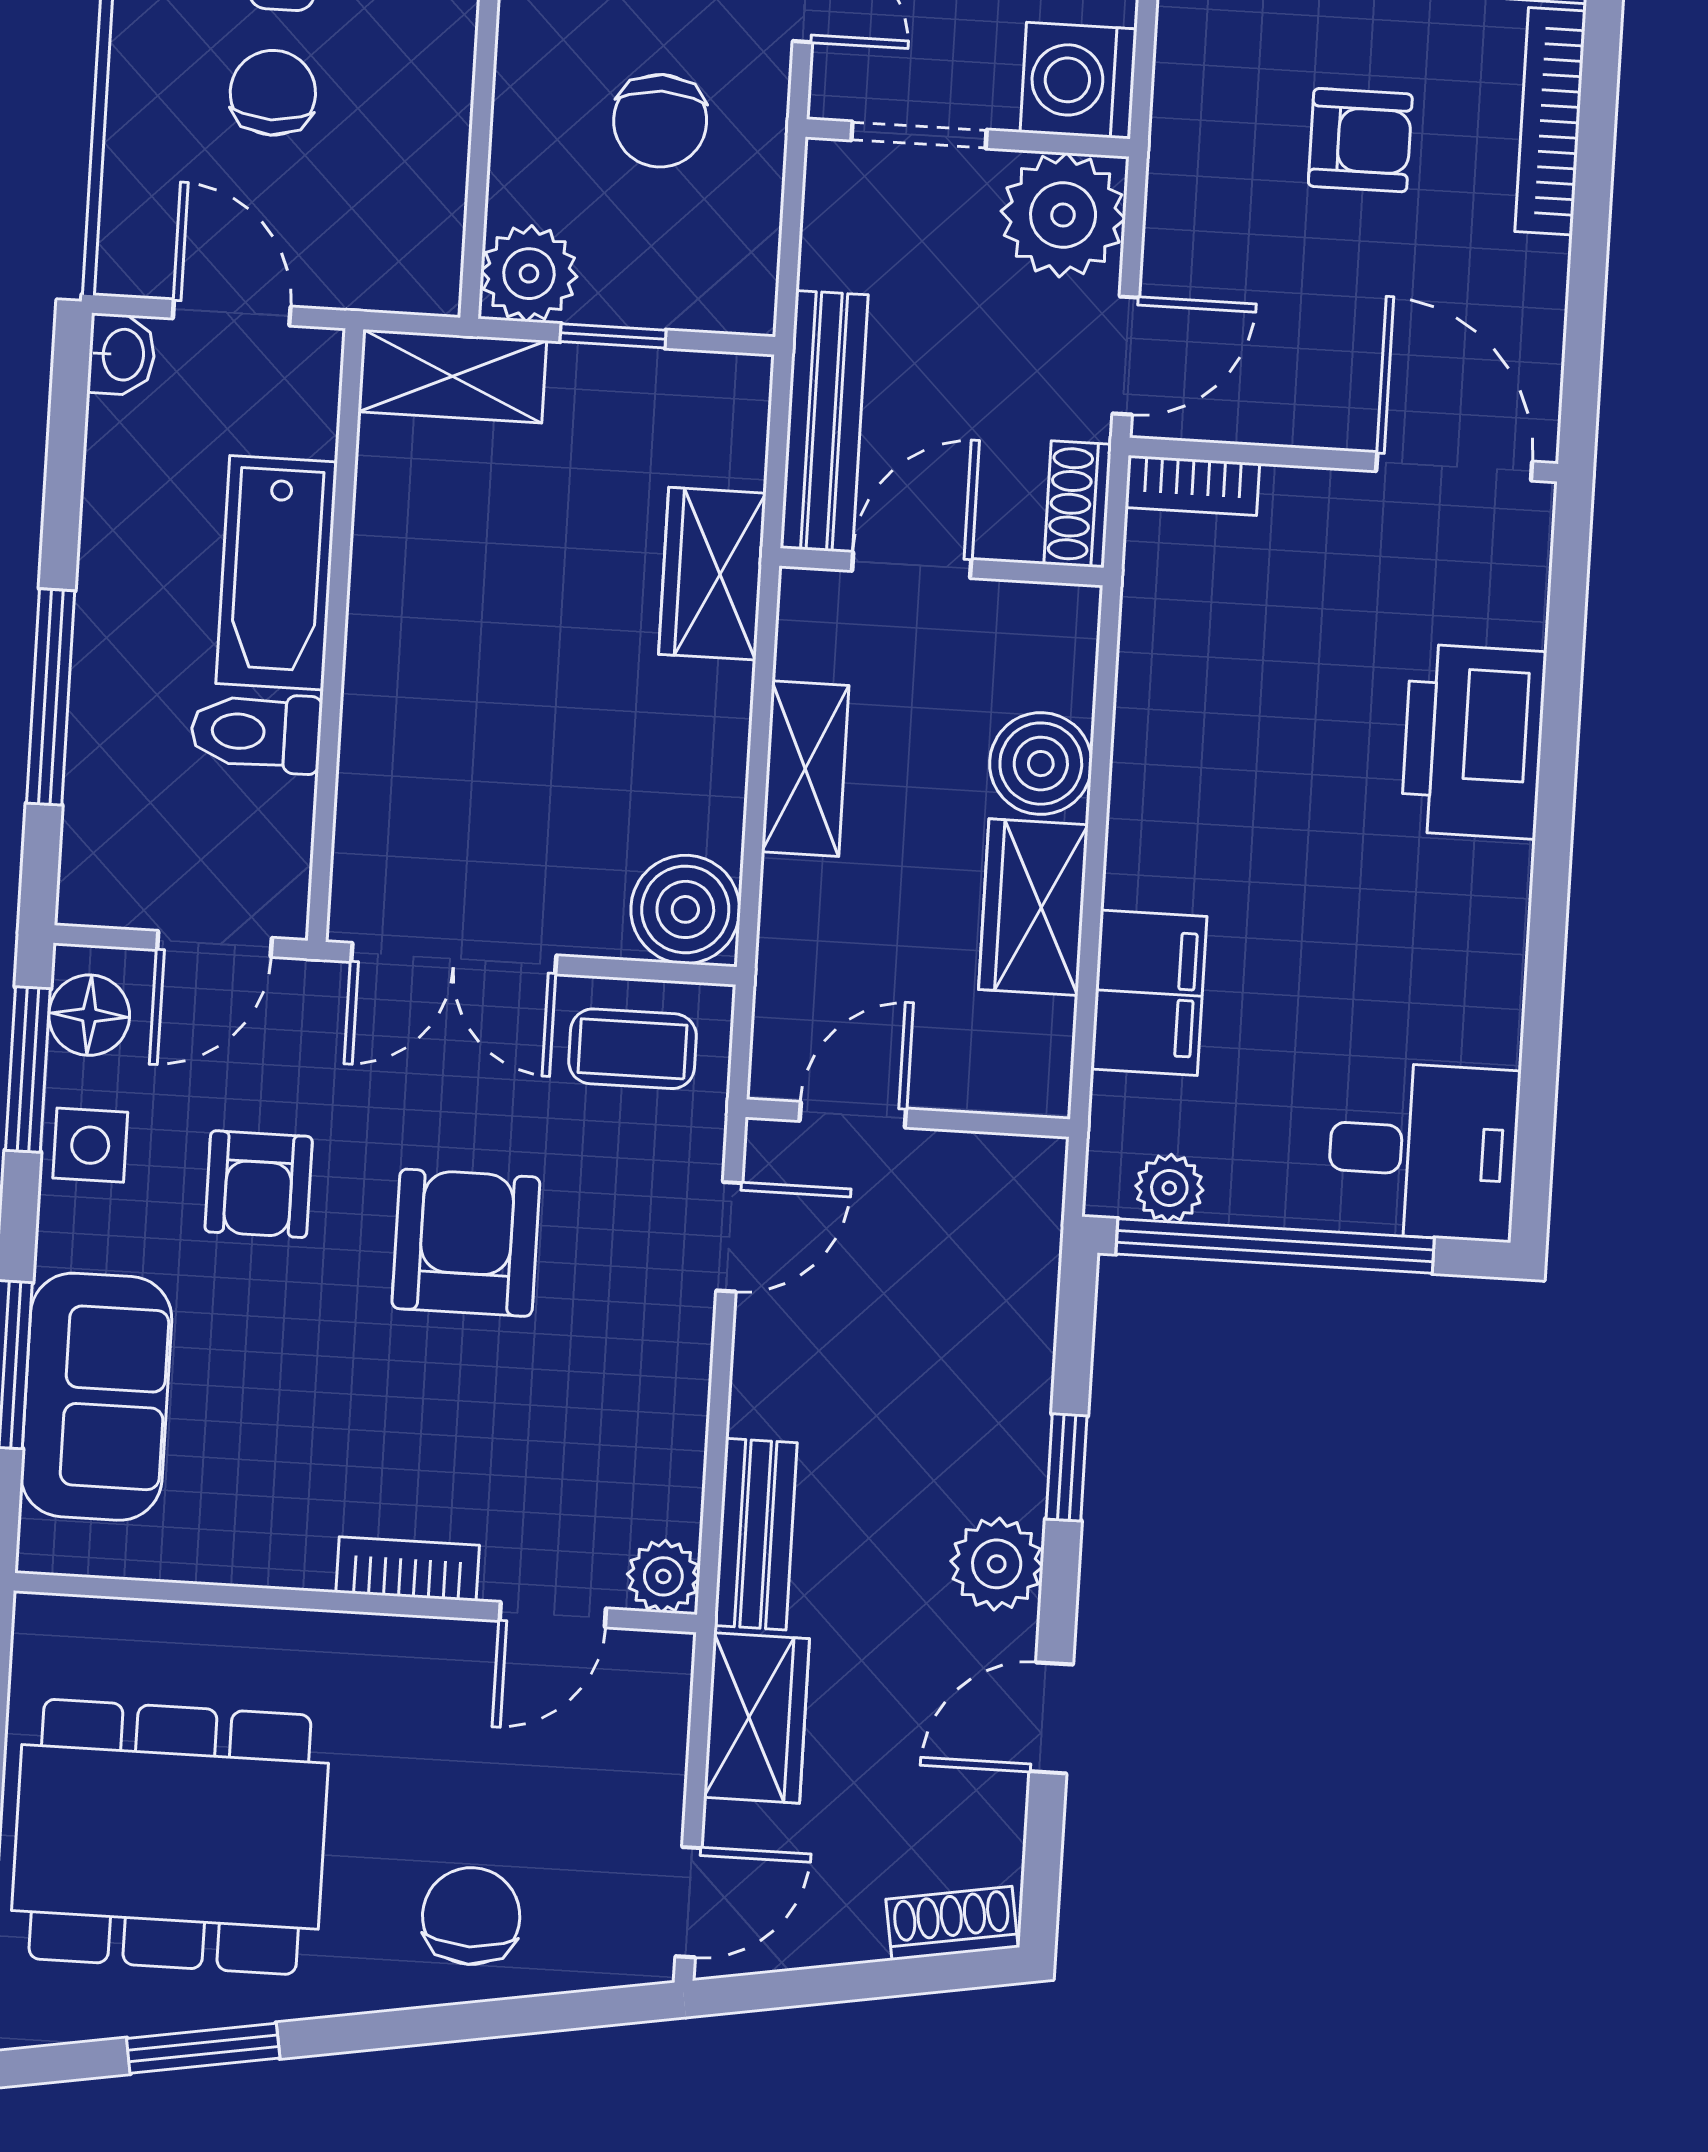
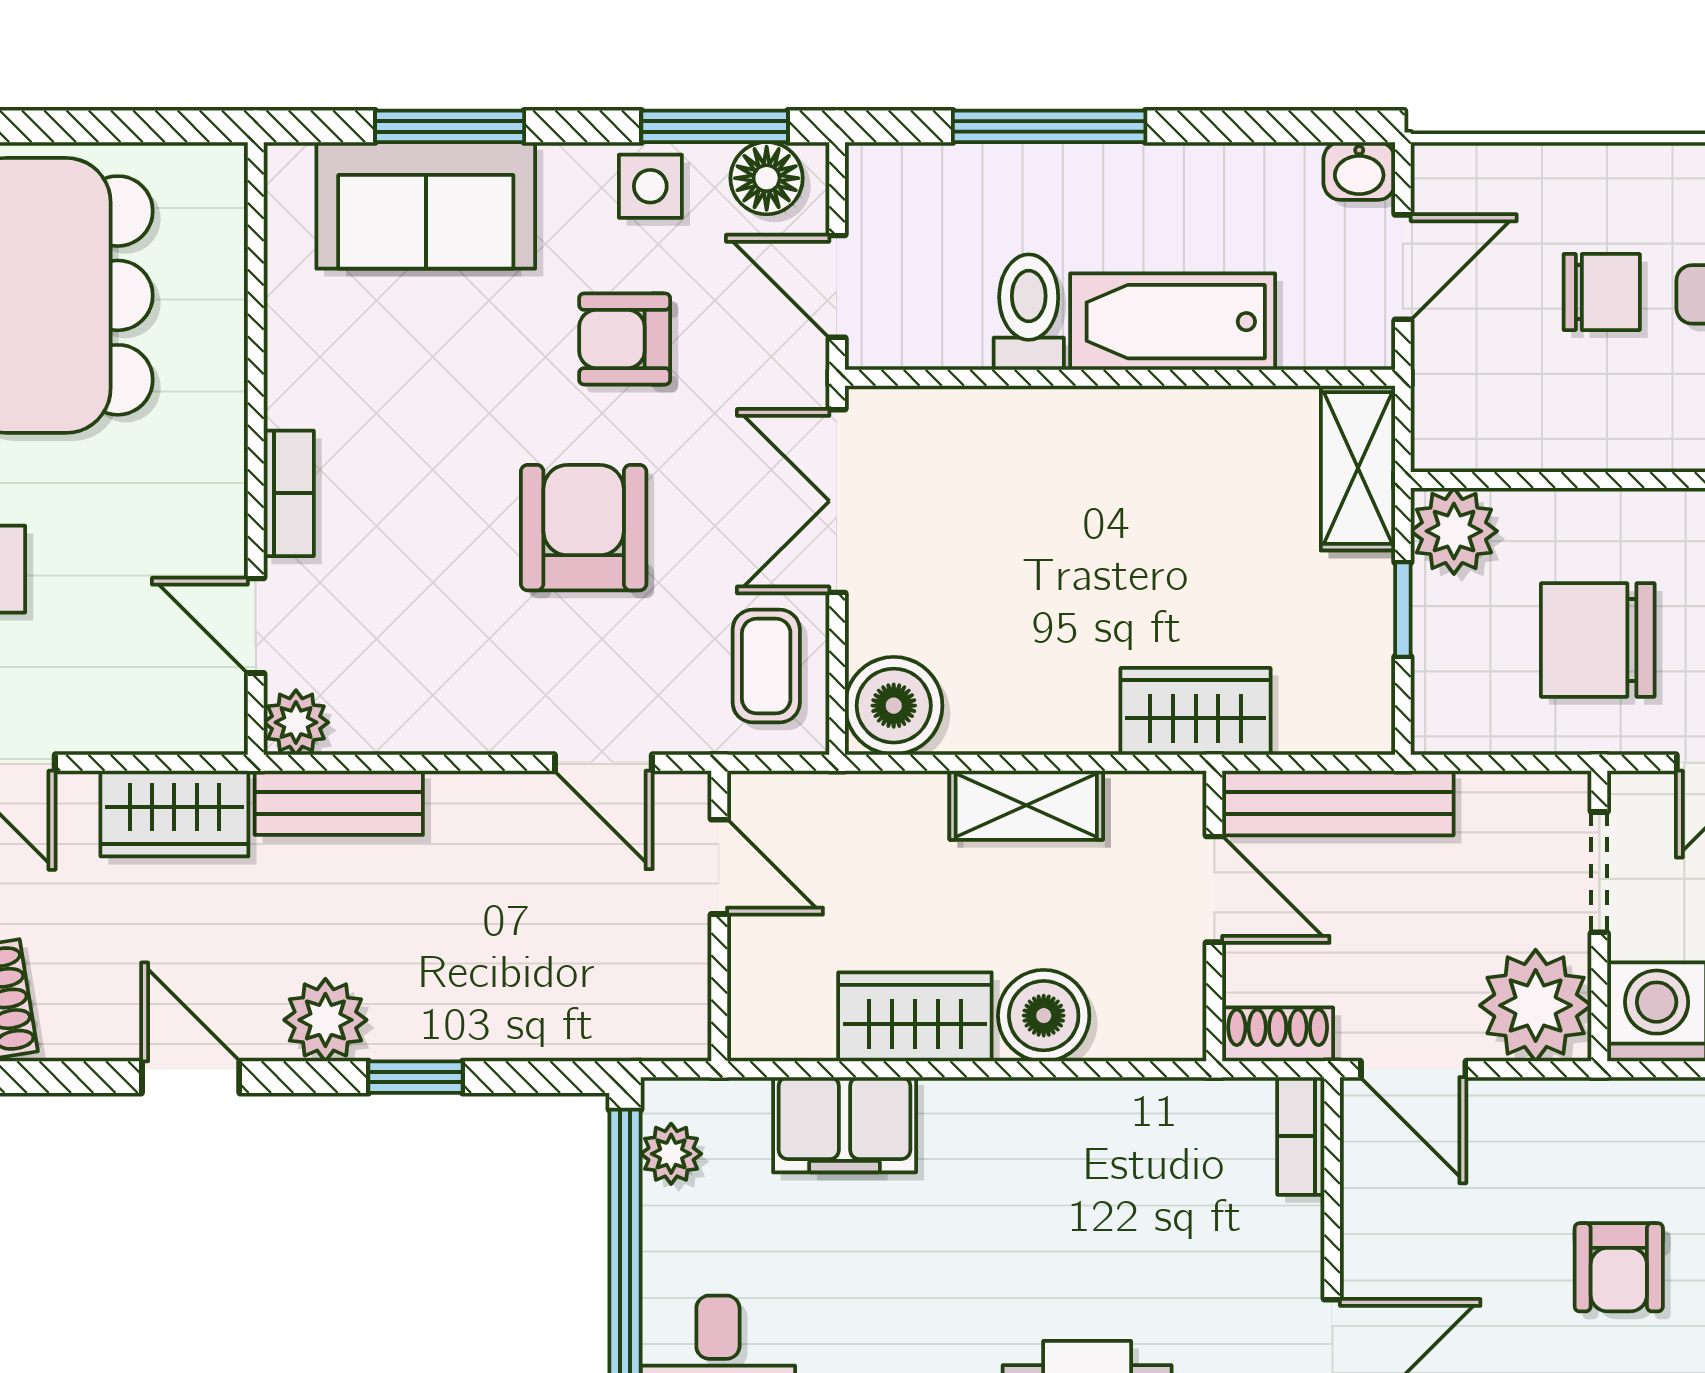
chair: (660, 121) -> (1598, 640), width x1.37, depth x1.37
armchair: (466, 1243) -> (584, 528), turned -90

